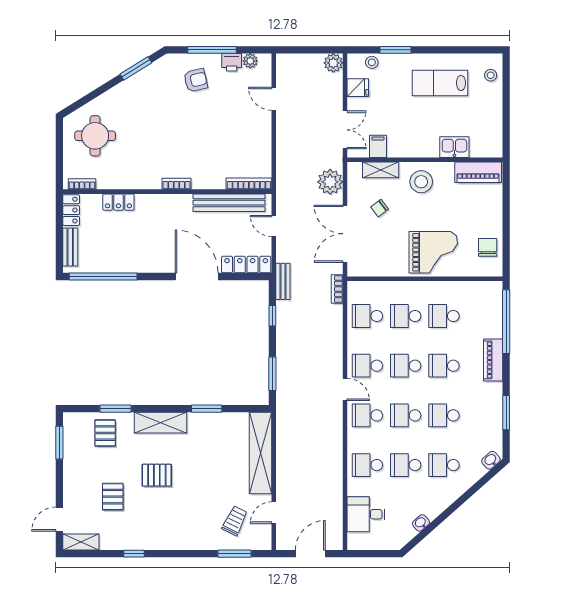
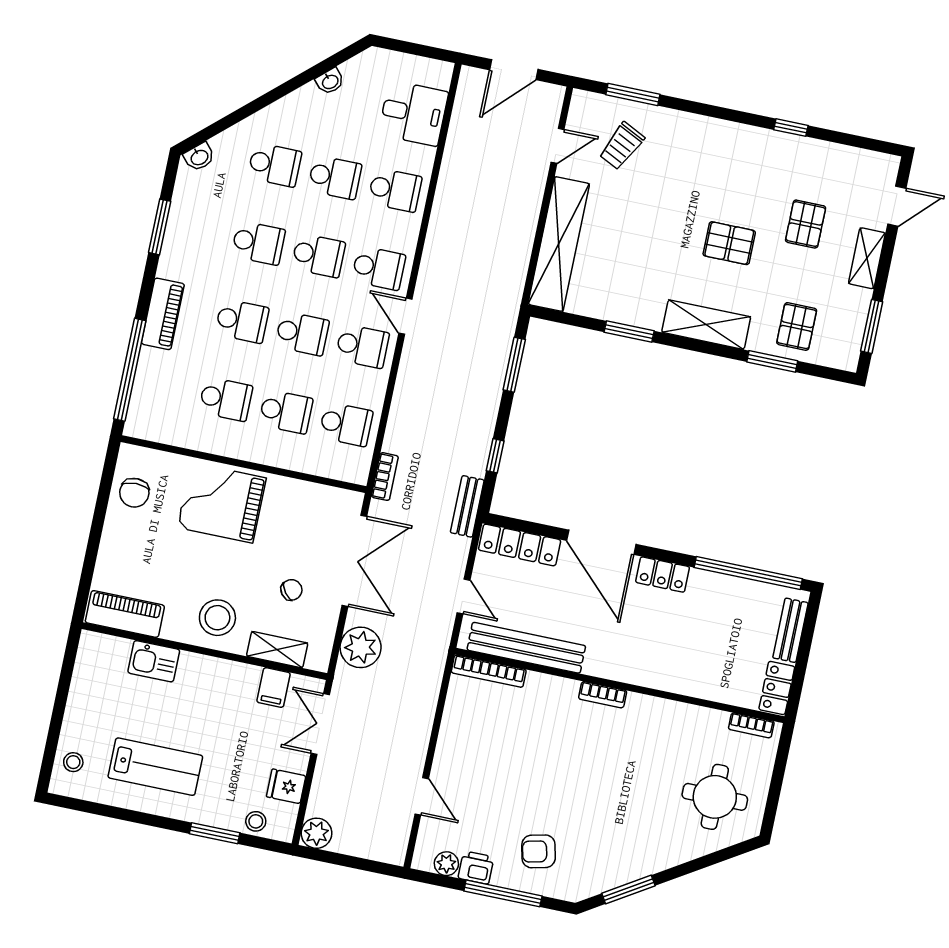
locker: (118, 202) -> (663, 575), moved, turned 180
shelving: (81, 542) -> (867, 258), moved, turned 90

